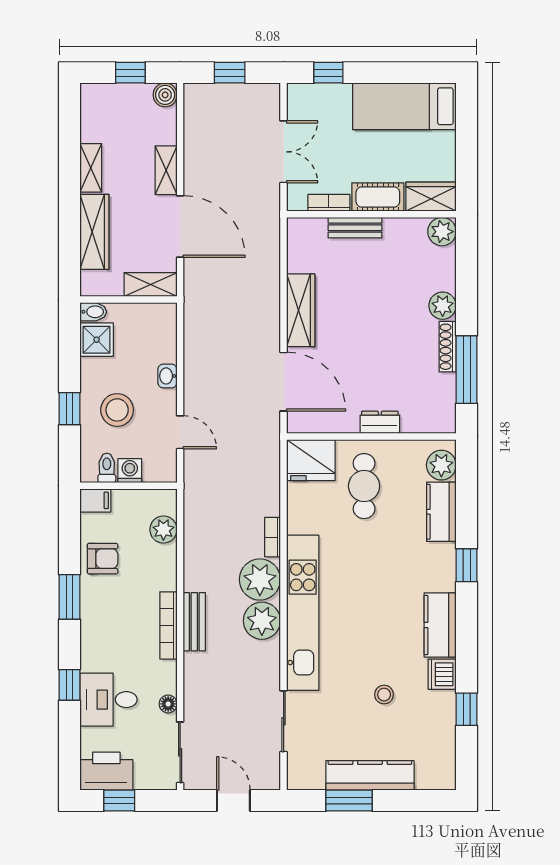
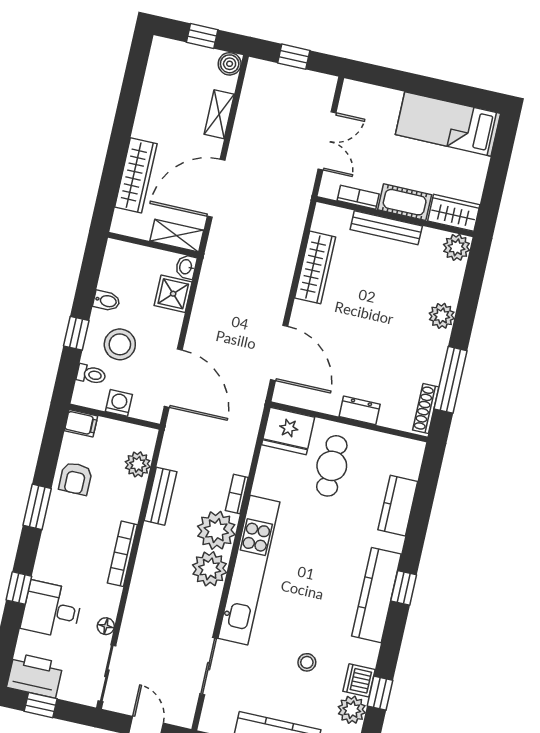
window: (328, 73) -> (385, 77), removed
shelving: (91, 168) -> (146, 116), removed
shelving: (166, 170) -> (219, 114), moved
door: (180, 227) -> (216, 188), swing flipped
bench: (355, 228) -> (386, 228), width x1.36
wardrobe: (301, 310) -> (315, 267), moved
bidet: (93, 312) -> (107, 301), moved
shower: (97, 340) -> (173, 294), moved
shoe rack: (448, 347) -> (426, 409), moved
washbasin: (167, 376) -> (186, 267), moved
door: (180, 432) -> (173, 378), width x1.88
plant: (441, 465) -> (352, 710), moved
toilet: (107, 468) -> (91, 374), moved, turned 90
armchair: (103, 559) -> (76, 478), turned 90
window: (467, 565) -> (404, 588), moved
bench: (194, 622) -> (161, 496), moved
kitchen counter: (440, 625) -> (376, 595), width x1.50
dishwasher: (442, 674) -> (359, 680), moved

